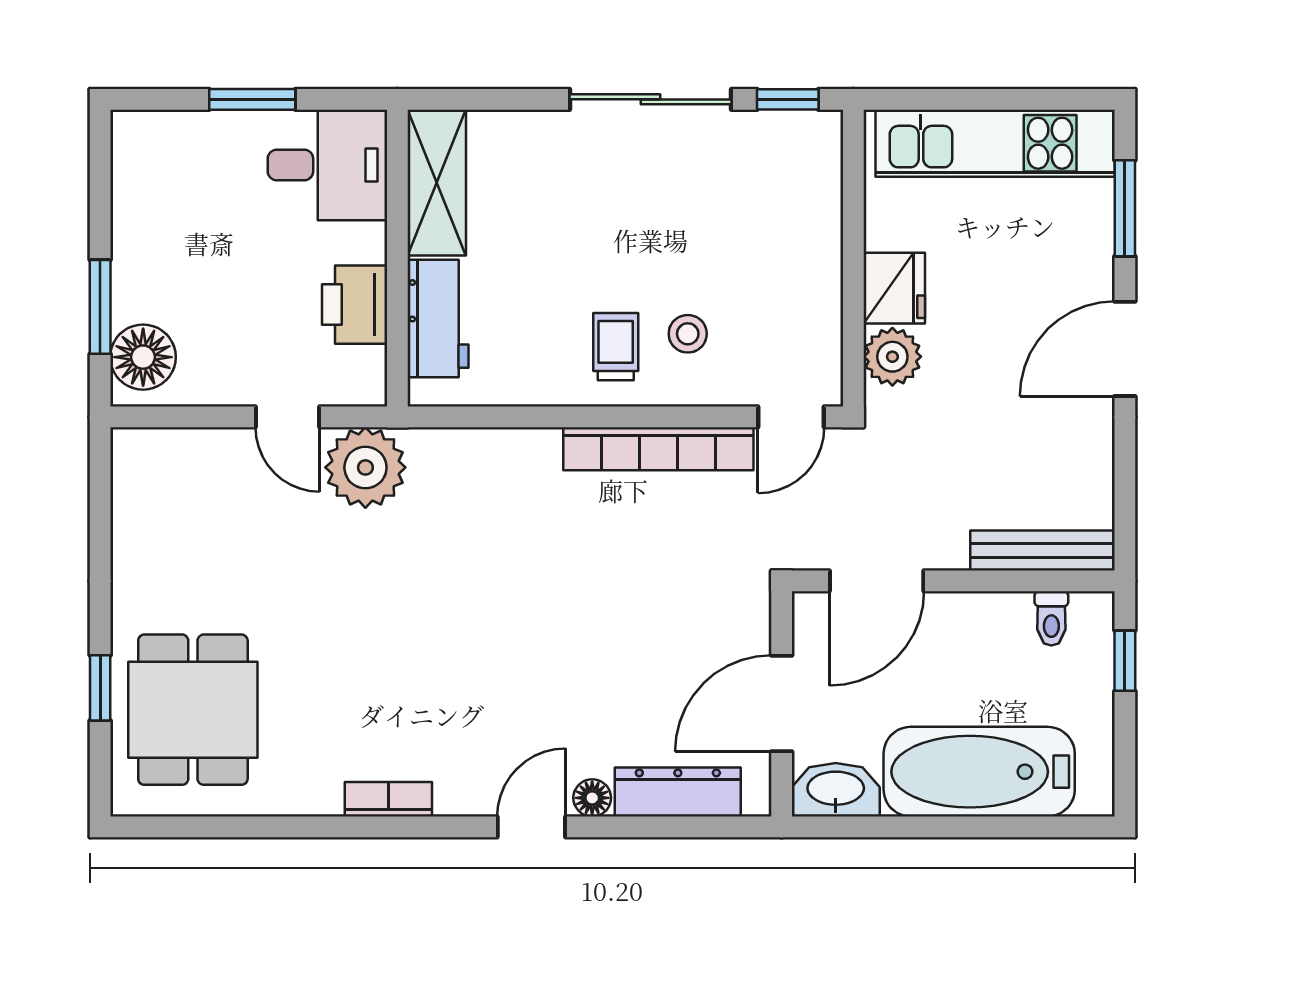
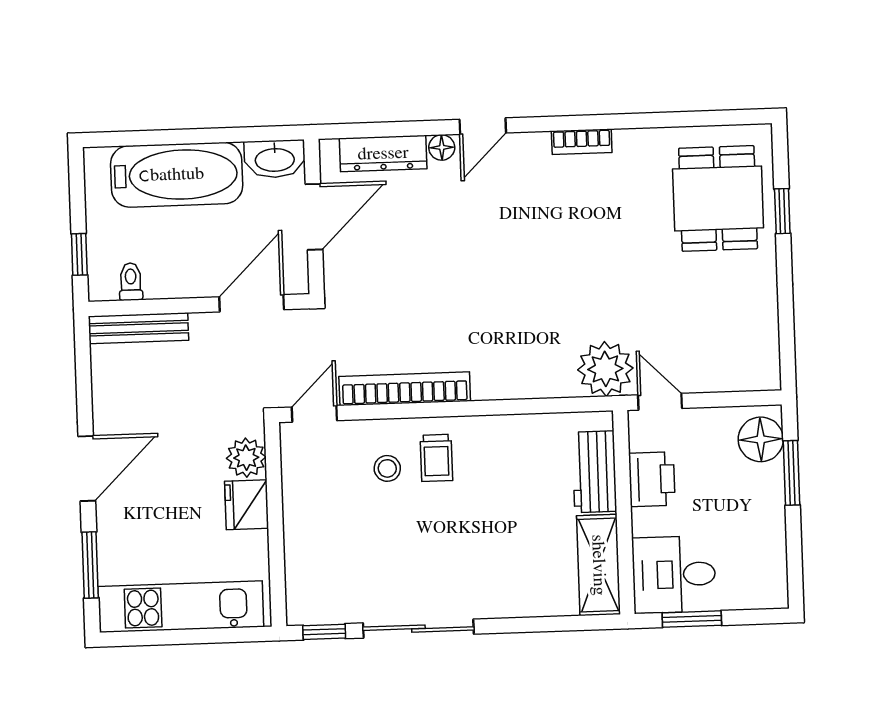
desk: (327, 165) -> (674, 574), moved
shelving: (437, 183) -> (598, 565), moved
wall: (397, 258) -> (624, 512), moved
printer: (355, 305) -> (652, 479), moved
workbench: (438, 318) -> (594, 472), moved

